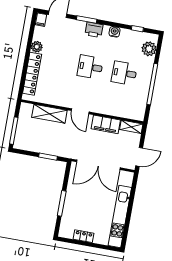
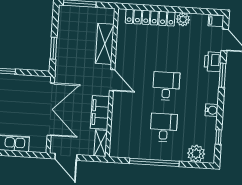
printer: (94, 30) -> (213, 62), moved
door: (80, 111) -> (112, 80), swing flipped
double door: (98, 165) -> (51, 109), swing flipped

